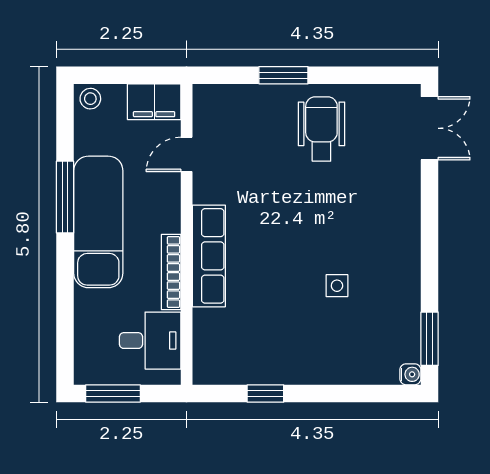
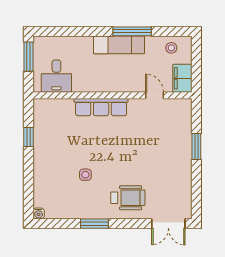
stool: (90, 99) -> (171, 48), moved
wheelchair: (321, 129) -> (128, 198), moved
exam couch: (98, 222) -> (119, 45), width x0.73, depth x0.69
bookcase: (171, 272) -> (93, 87), removed
window: (430, 339) -> (94, 224), moved

